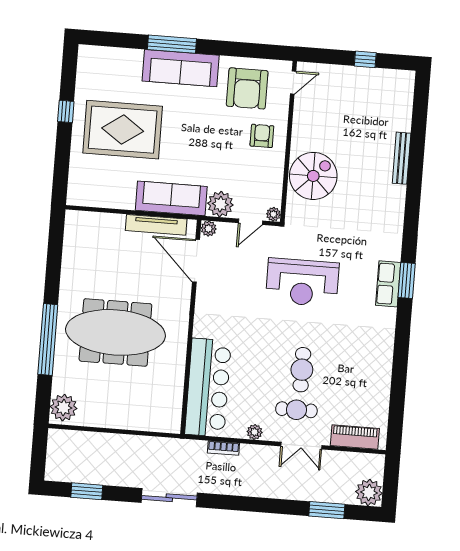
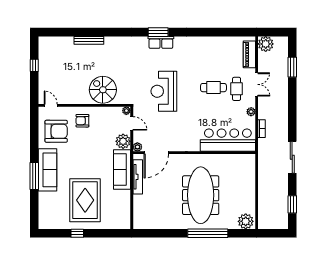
reception desk: (302, 282) -> (164, 91), turned 180
plant: (369, 493) -> (266, 44), moved

